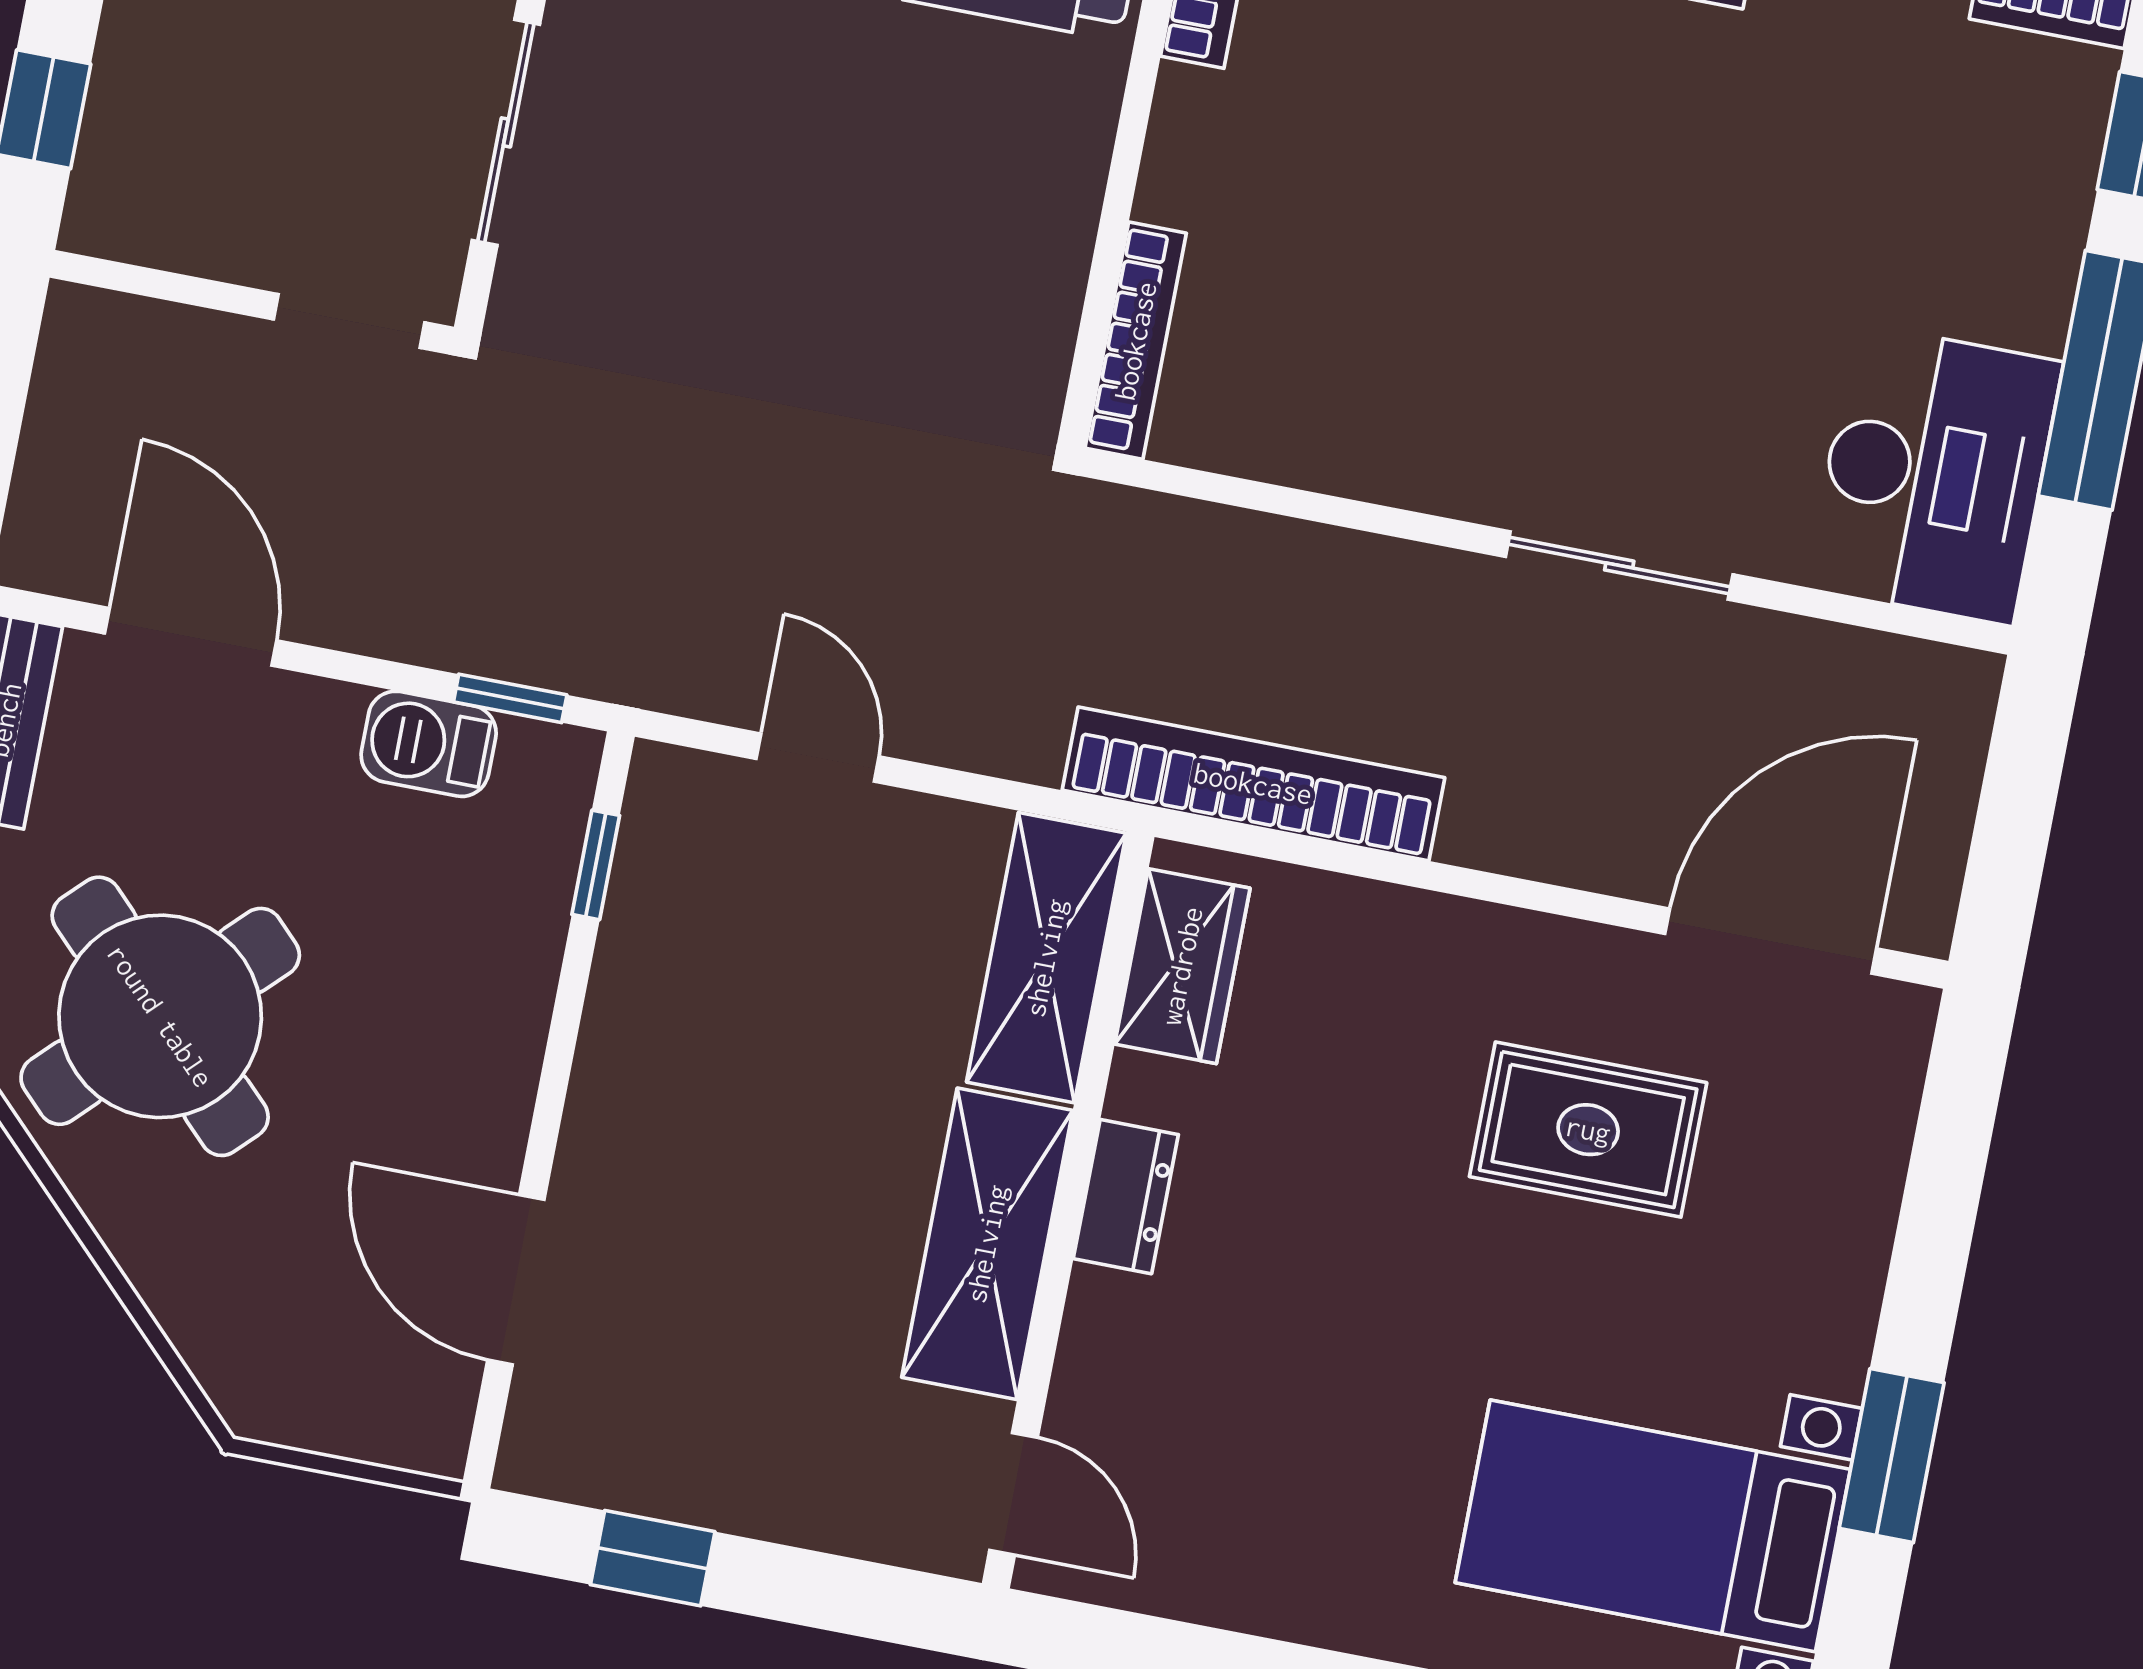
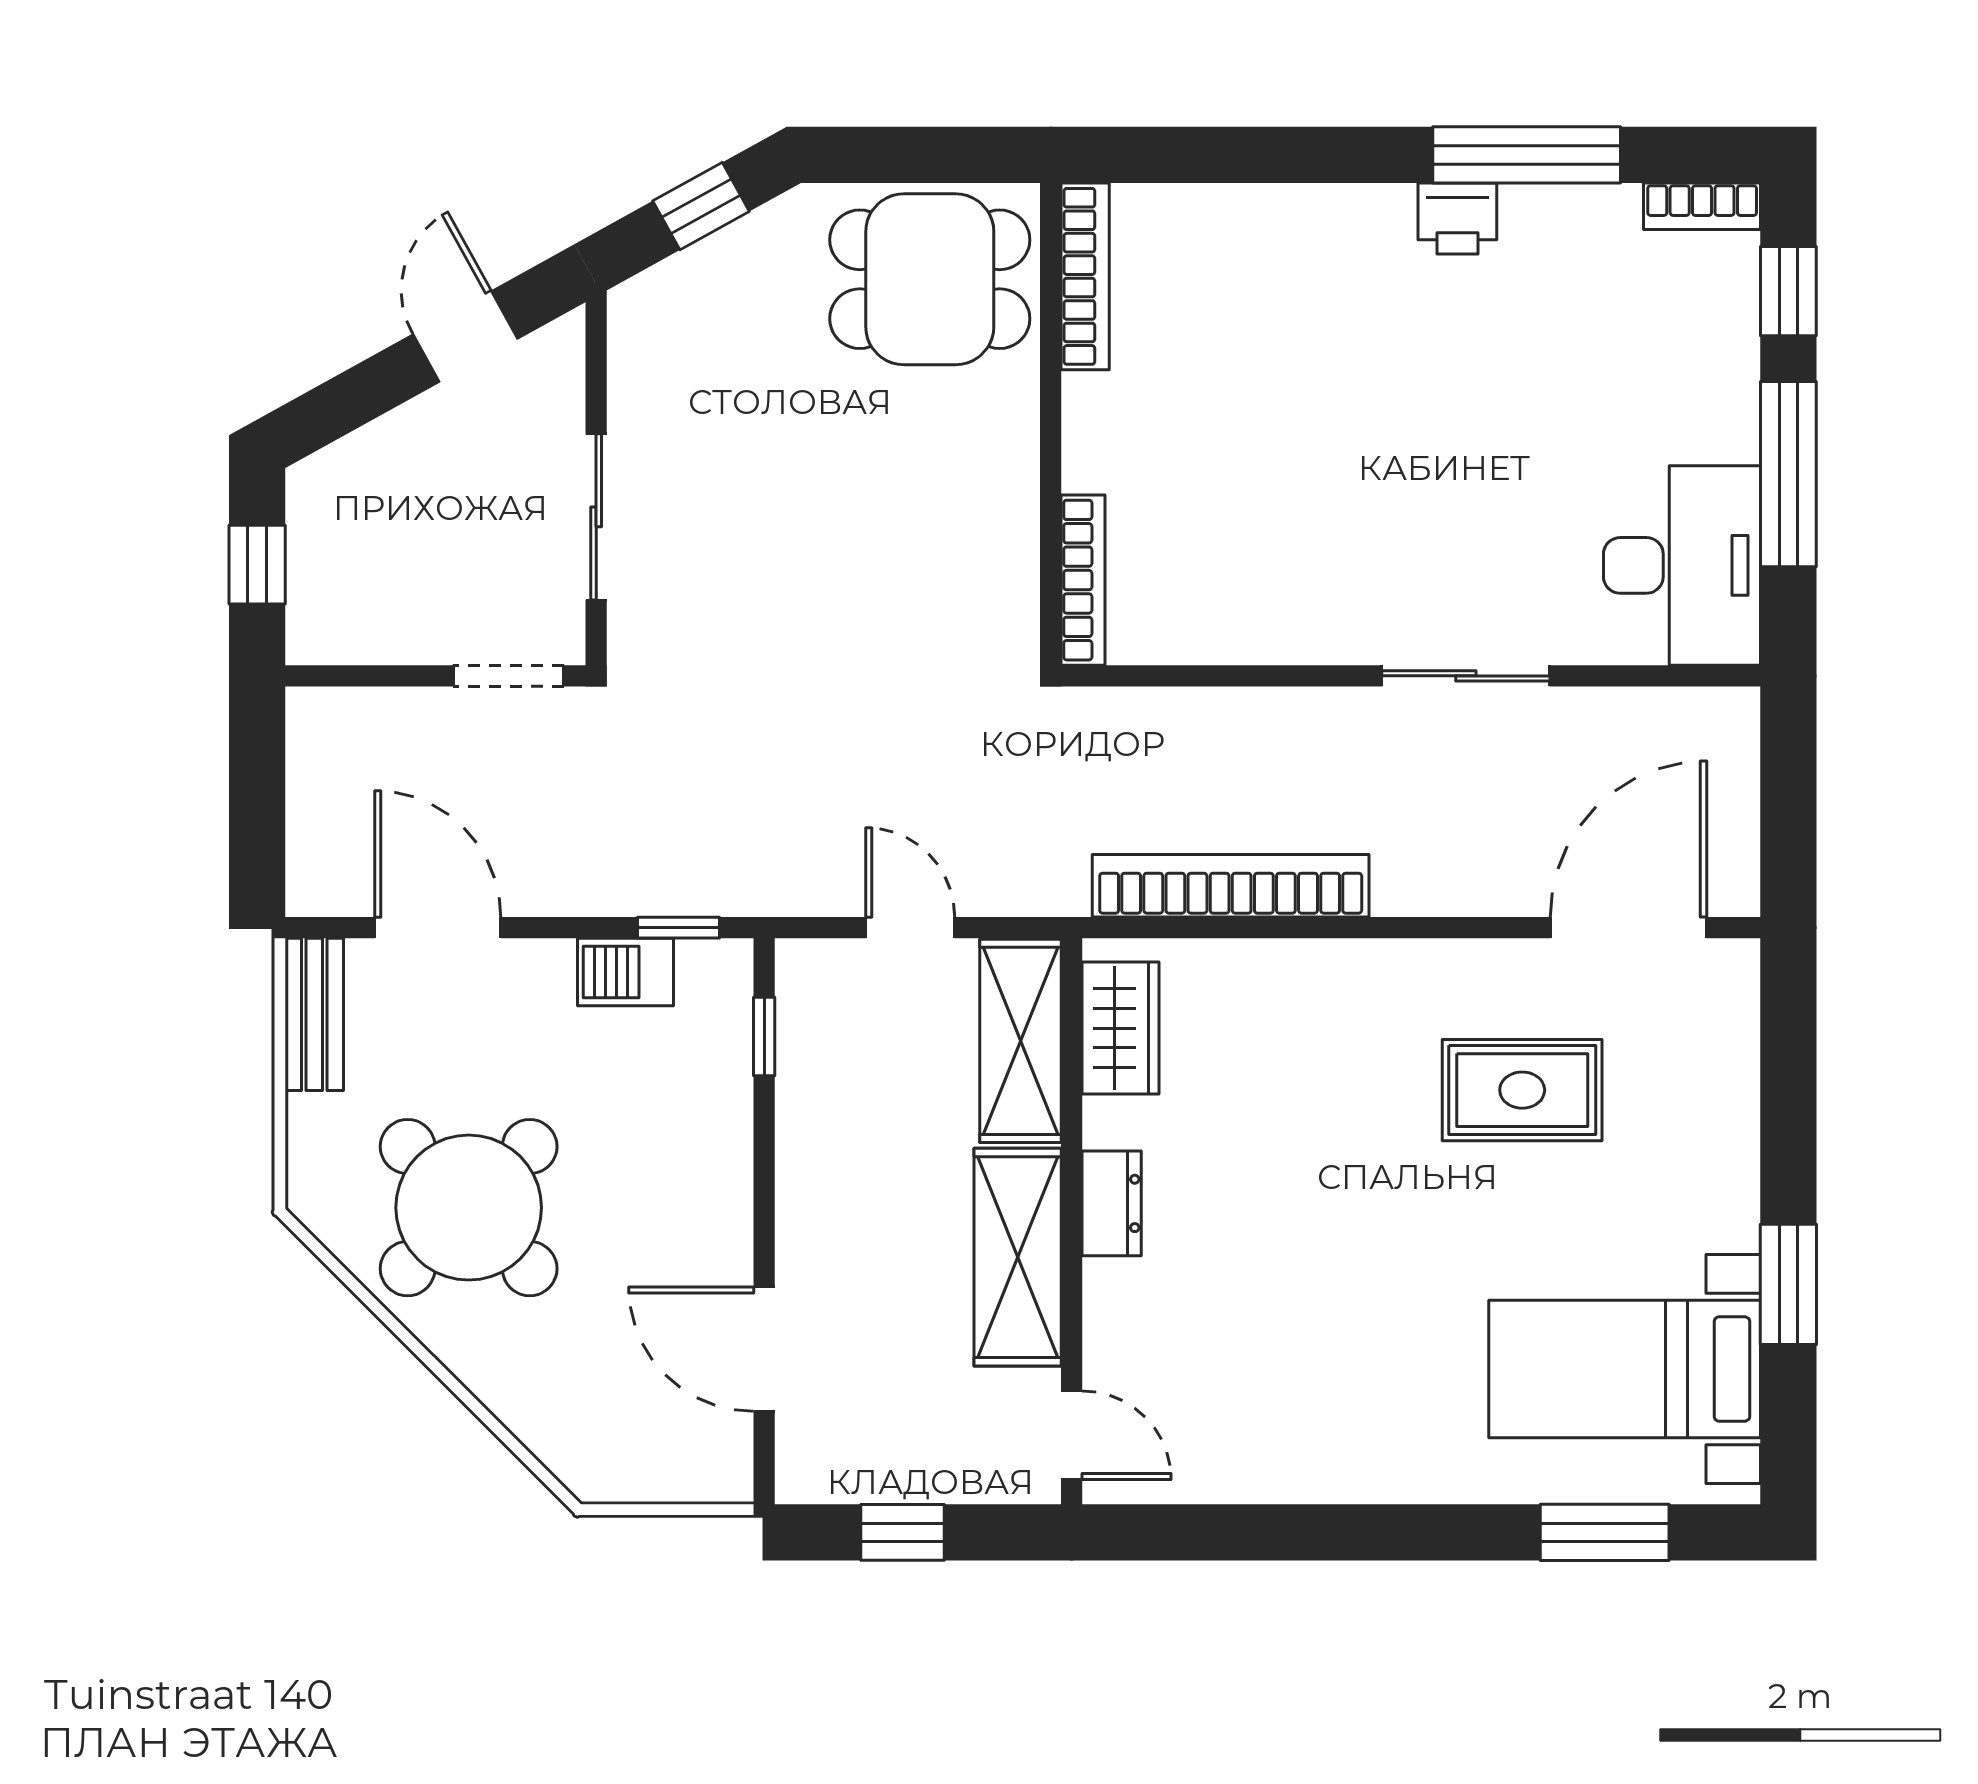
shelving: (1046, 958) -> (1021, 1041), moved
wardrobe: (1182, 966) -> (1121, 1028), moved
dresser: (1126, 1197) -> (1112, 1203), moved
wall: (1068, 1210) -> (1072, 1221), moved
shelving: (987, 1244) -> (1018, 1257), moved
door: (1013, 1494) -> (1072, 1435), moved

